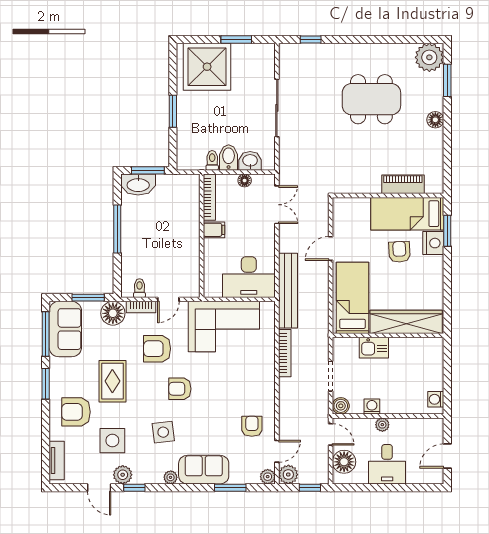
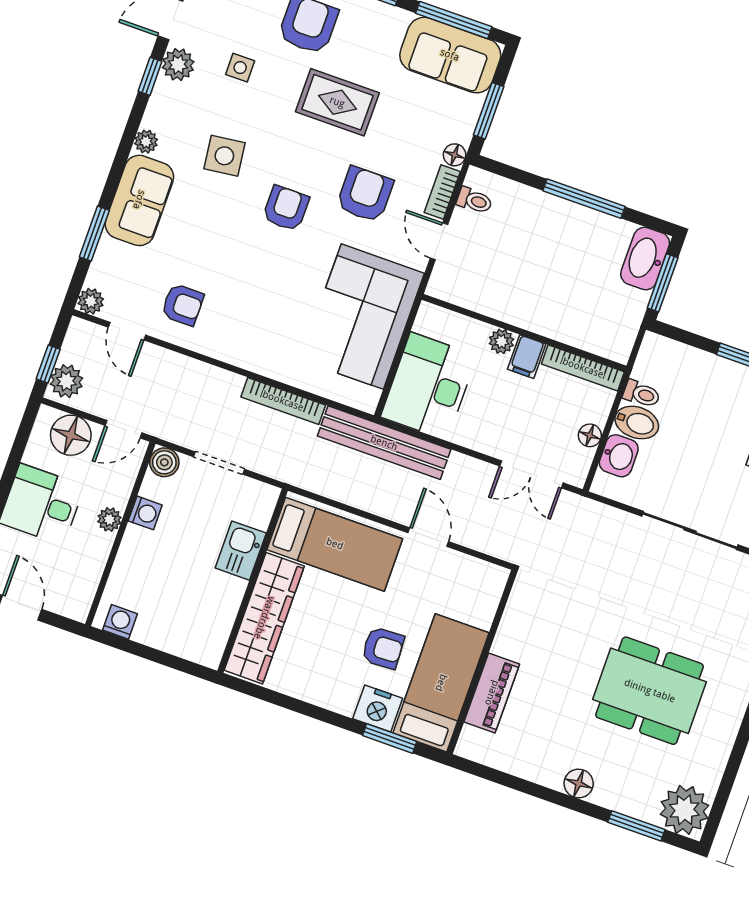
dining table: (371, 99) -> (650, 691), turned 90
plant: (211, 246) -> (501, 341), added
floor lamp: (113, 313) -> (455, 155), width x0.53, depth x0.53
side table: (112, 441) -> (240, 68), width x0.54, depth x0.54
plant: (288, 475) -> (66, 381), moved

